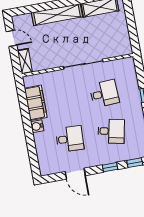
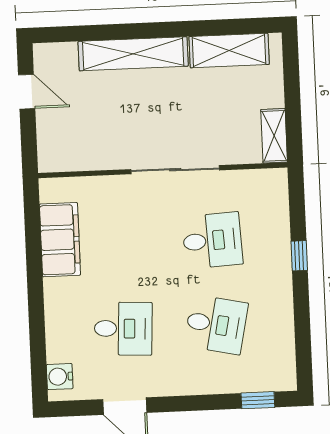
shelving: (25, 61) -> (274, 136), moved
water cooler: (37, 126) -> (60, 377), moved
window: (110, 167) -> (202, 403), removed

